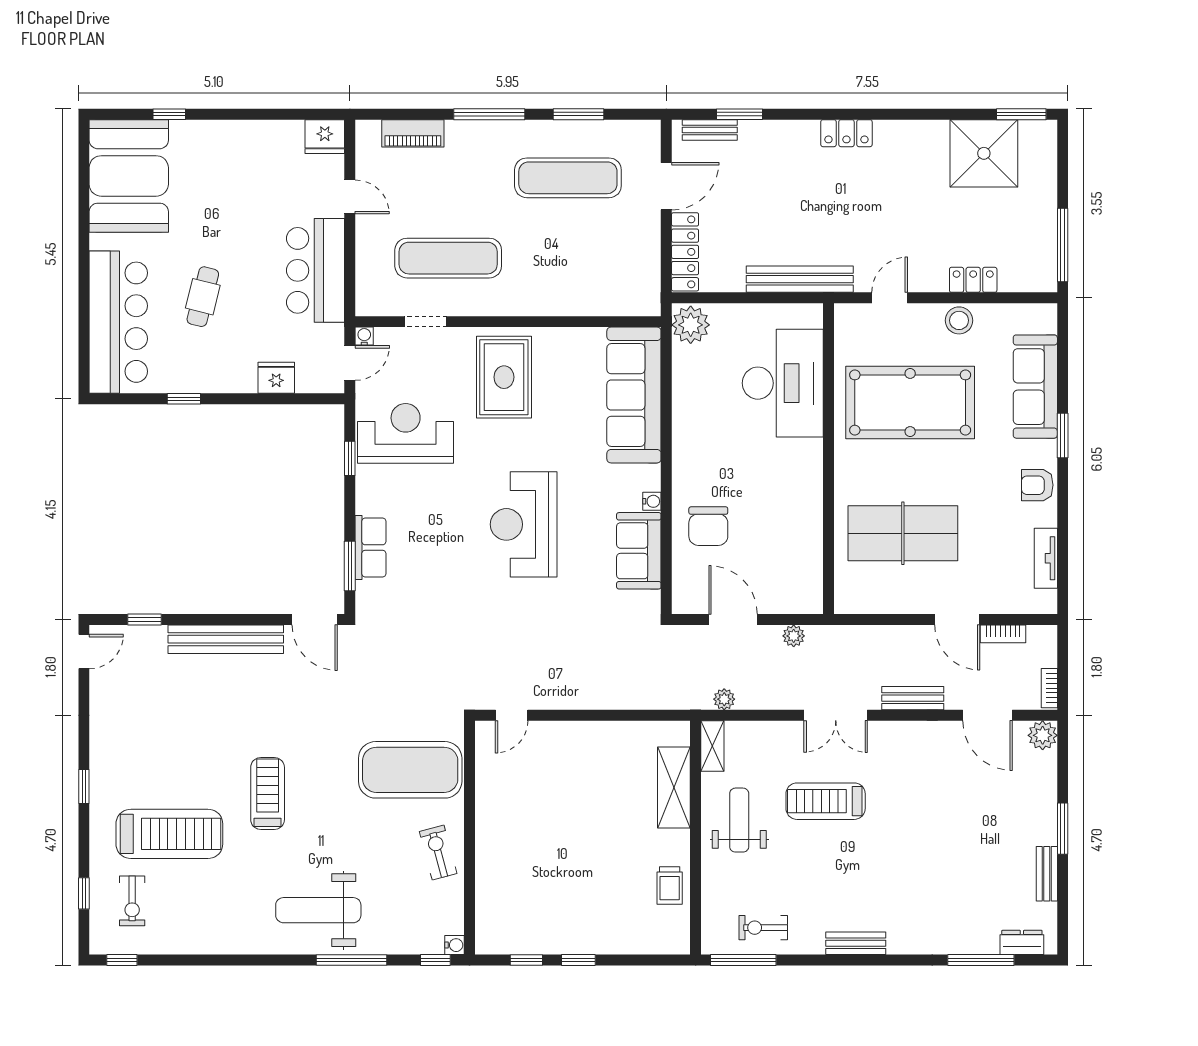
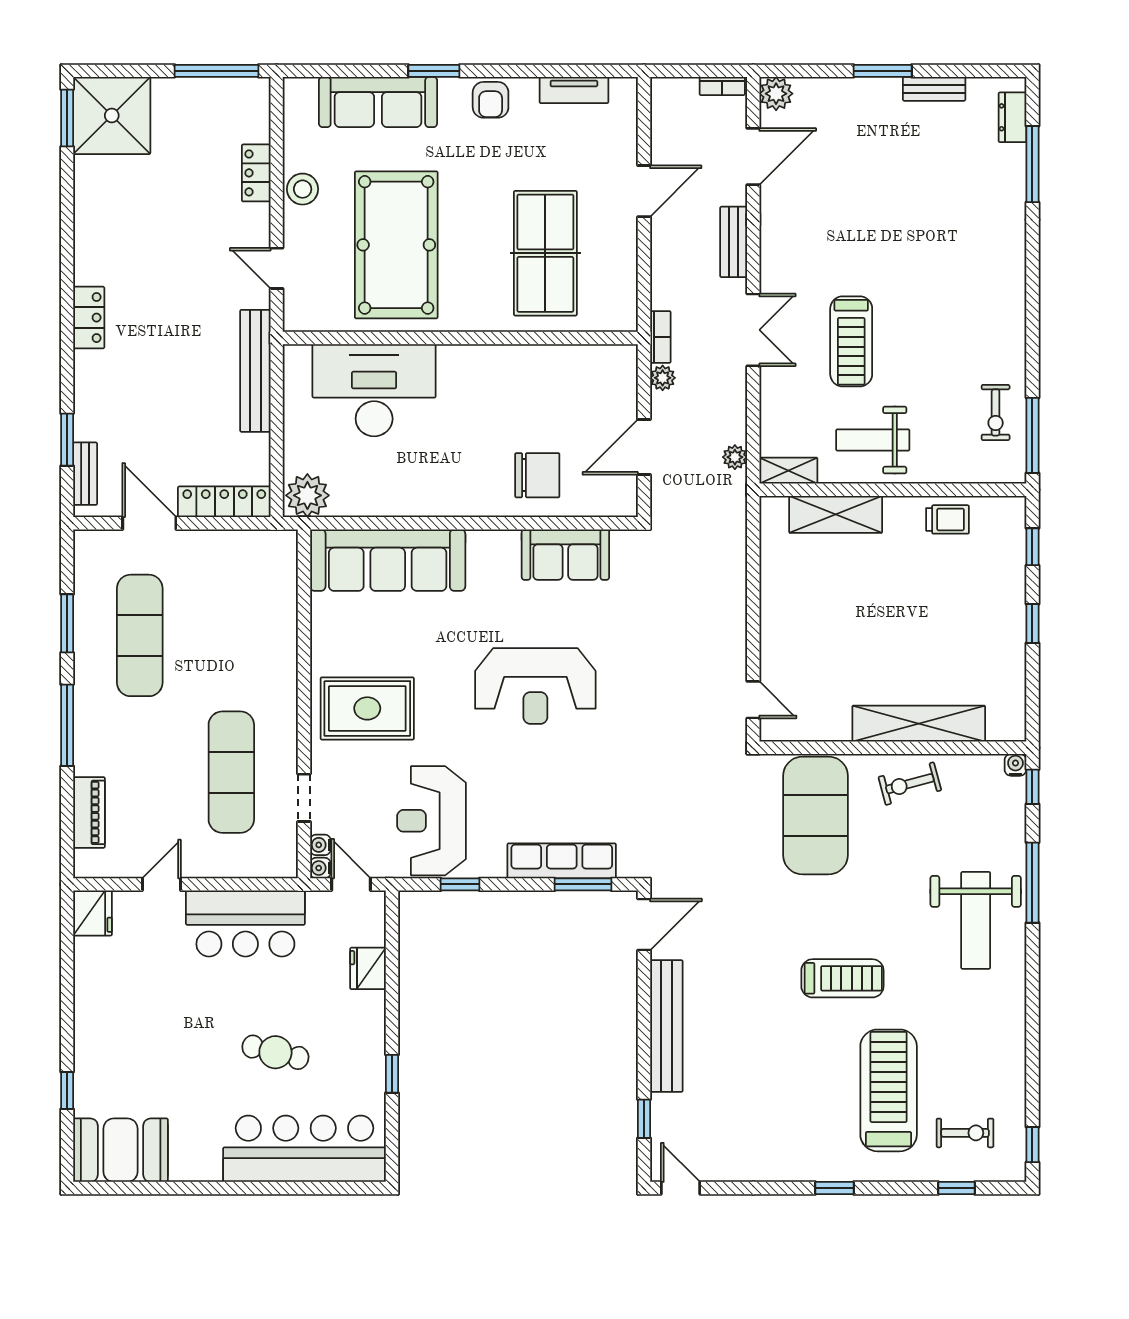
shower: (984, 153) -> (112, 115), moved
booth: (129, 176) -> (121, 1150), width x0.73, depth x0.70
water cooler: (652, 501) -> (320, 845), moved, turned -90
row of seats: (371, 548) -> (562, 861), width x1.48
bookcase: (1003, 634) -> (660, 337), moved
treadmill: (268, 793) -> (842, 978), turned 180
shelving: (491, 860) -> (919, 724), added
bench: (856, 943) -> (1013, 307), removed
window: (526, 960) -> (1032, 547), moved

